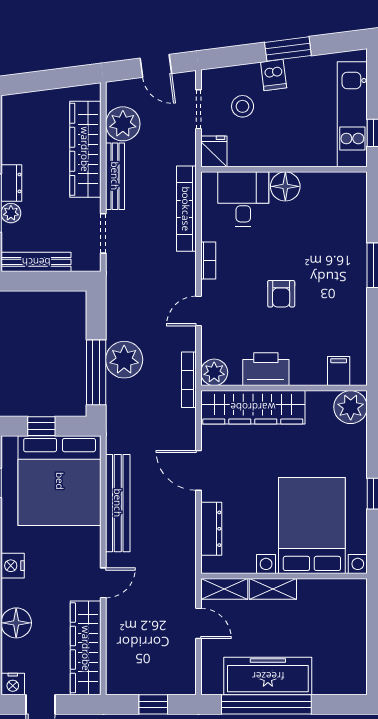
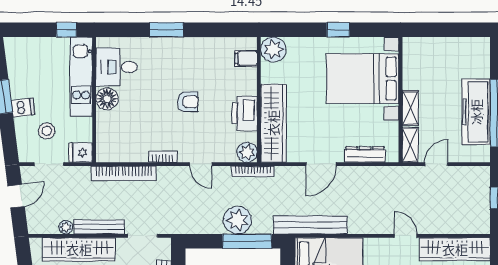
kitchen unit: (352, 114) -> (81, 77), moved, turned 90
plant: (123, 124) -> (66, 227), width x0.53, depth x0.53
desk: (243, 199) -> (117, 67), moved
bench: (118, 503) -> (310, 225), moved

